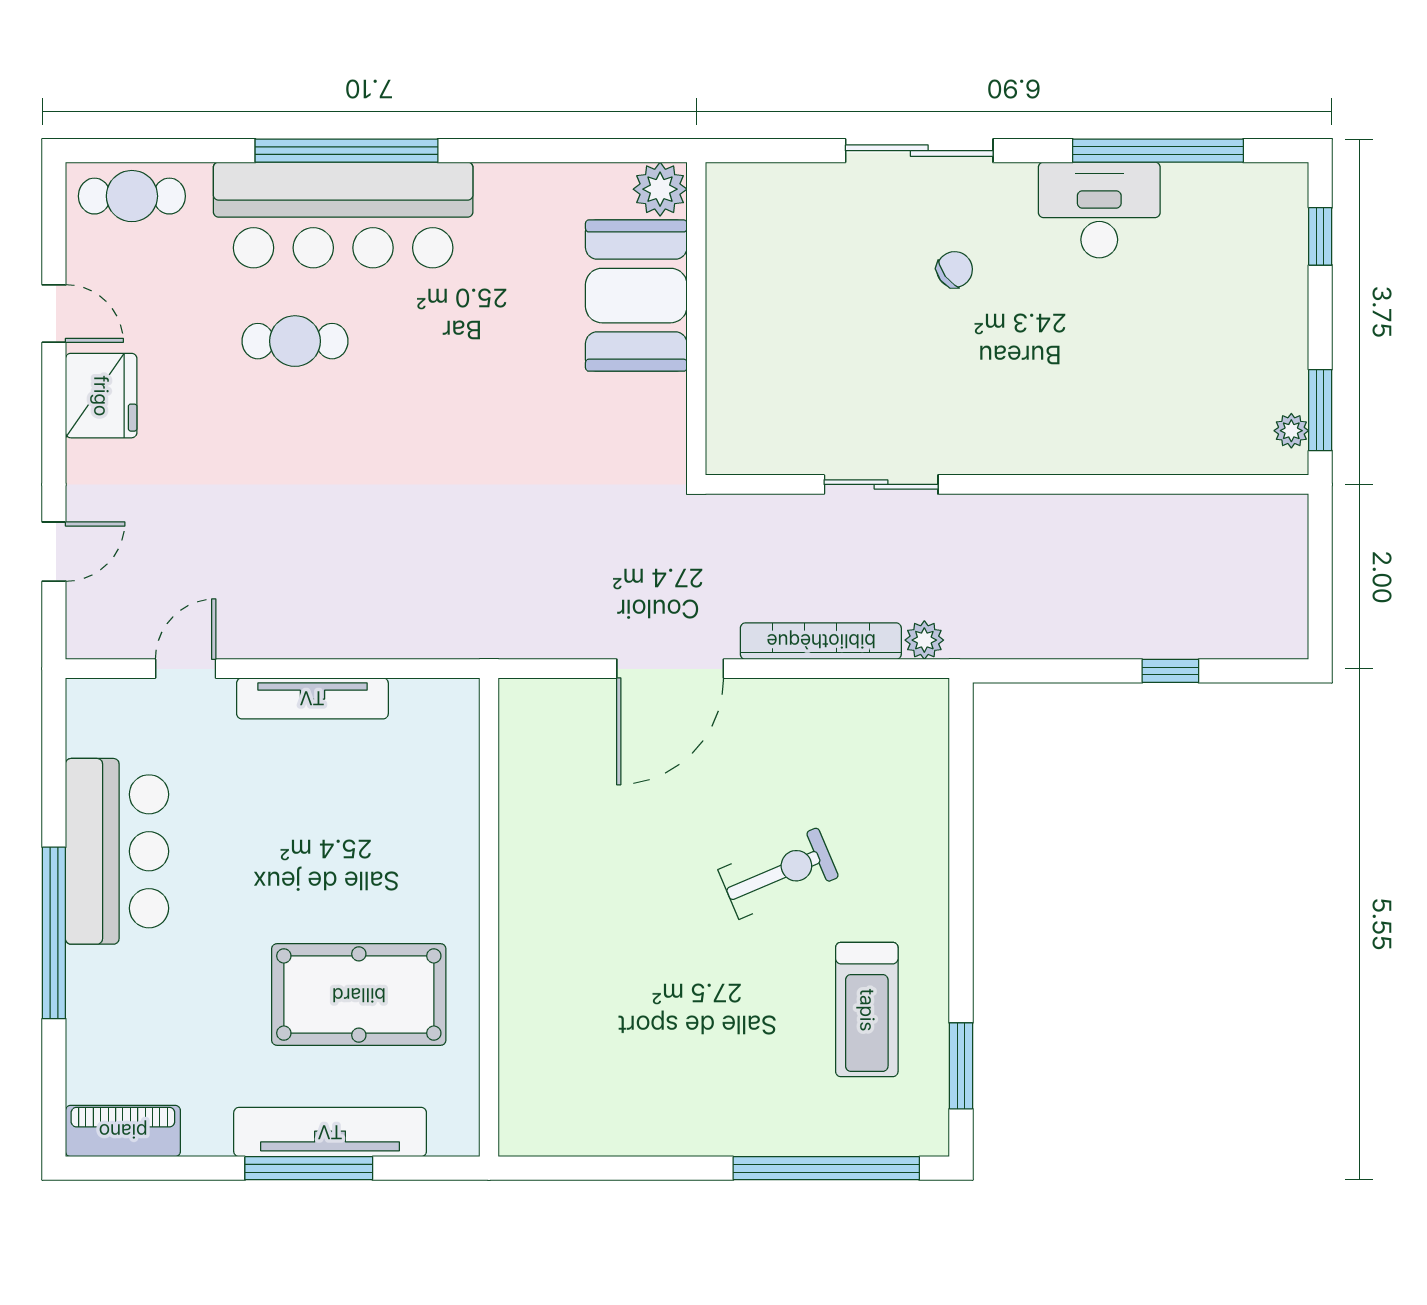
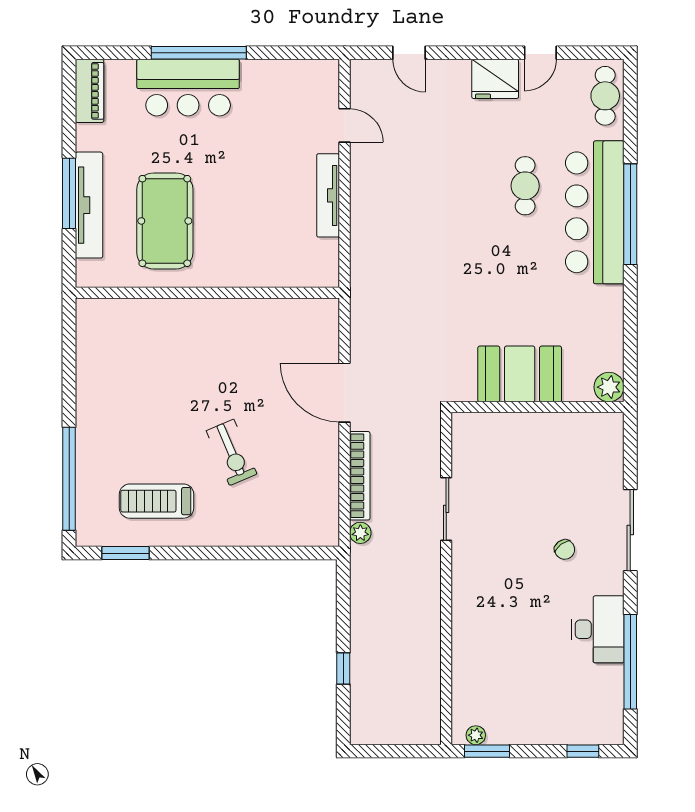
booth: (636, 296) -> (520, 374), moved
bar counter: (117, 851) -> (188, 88), moved

